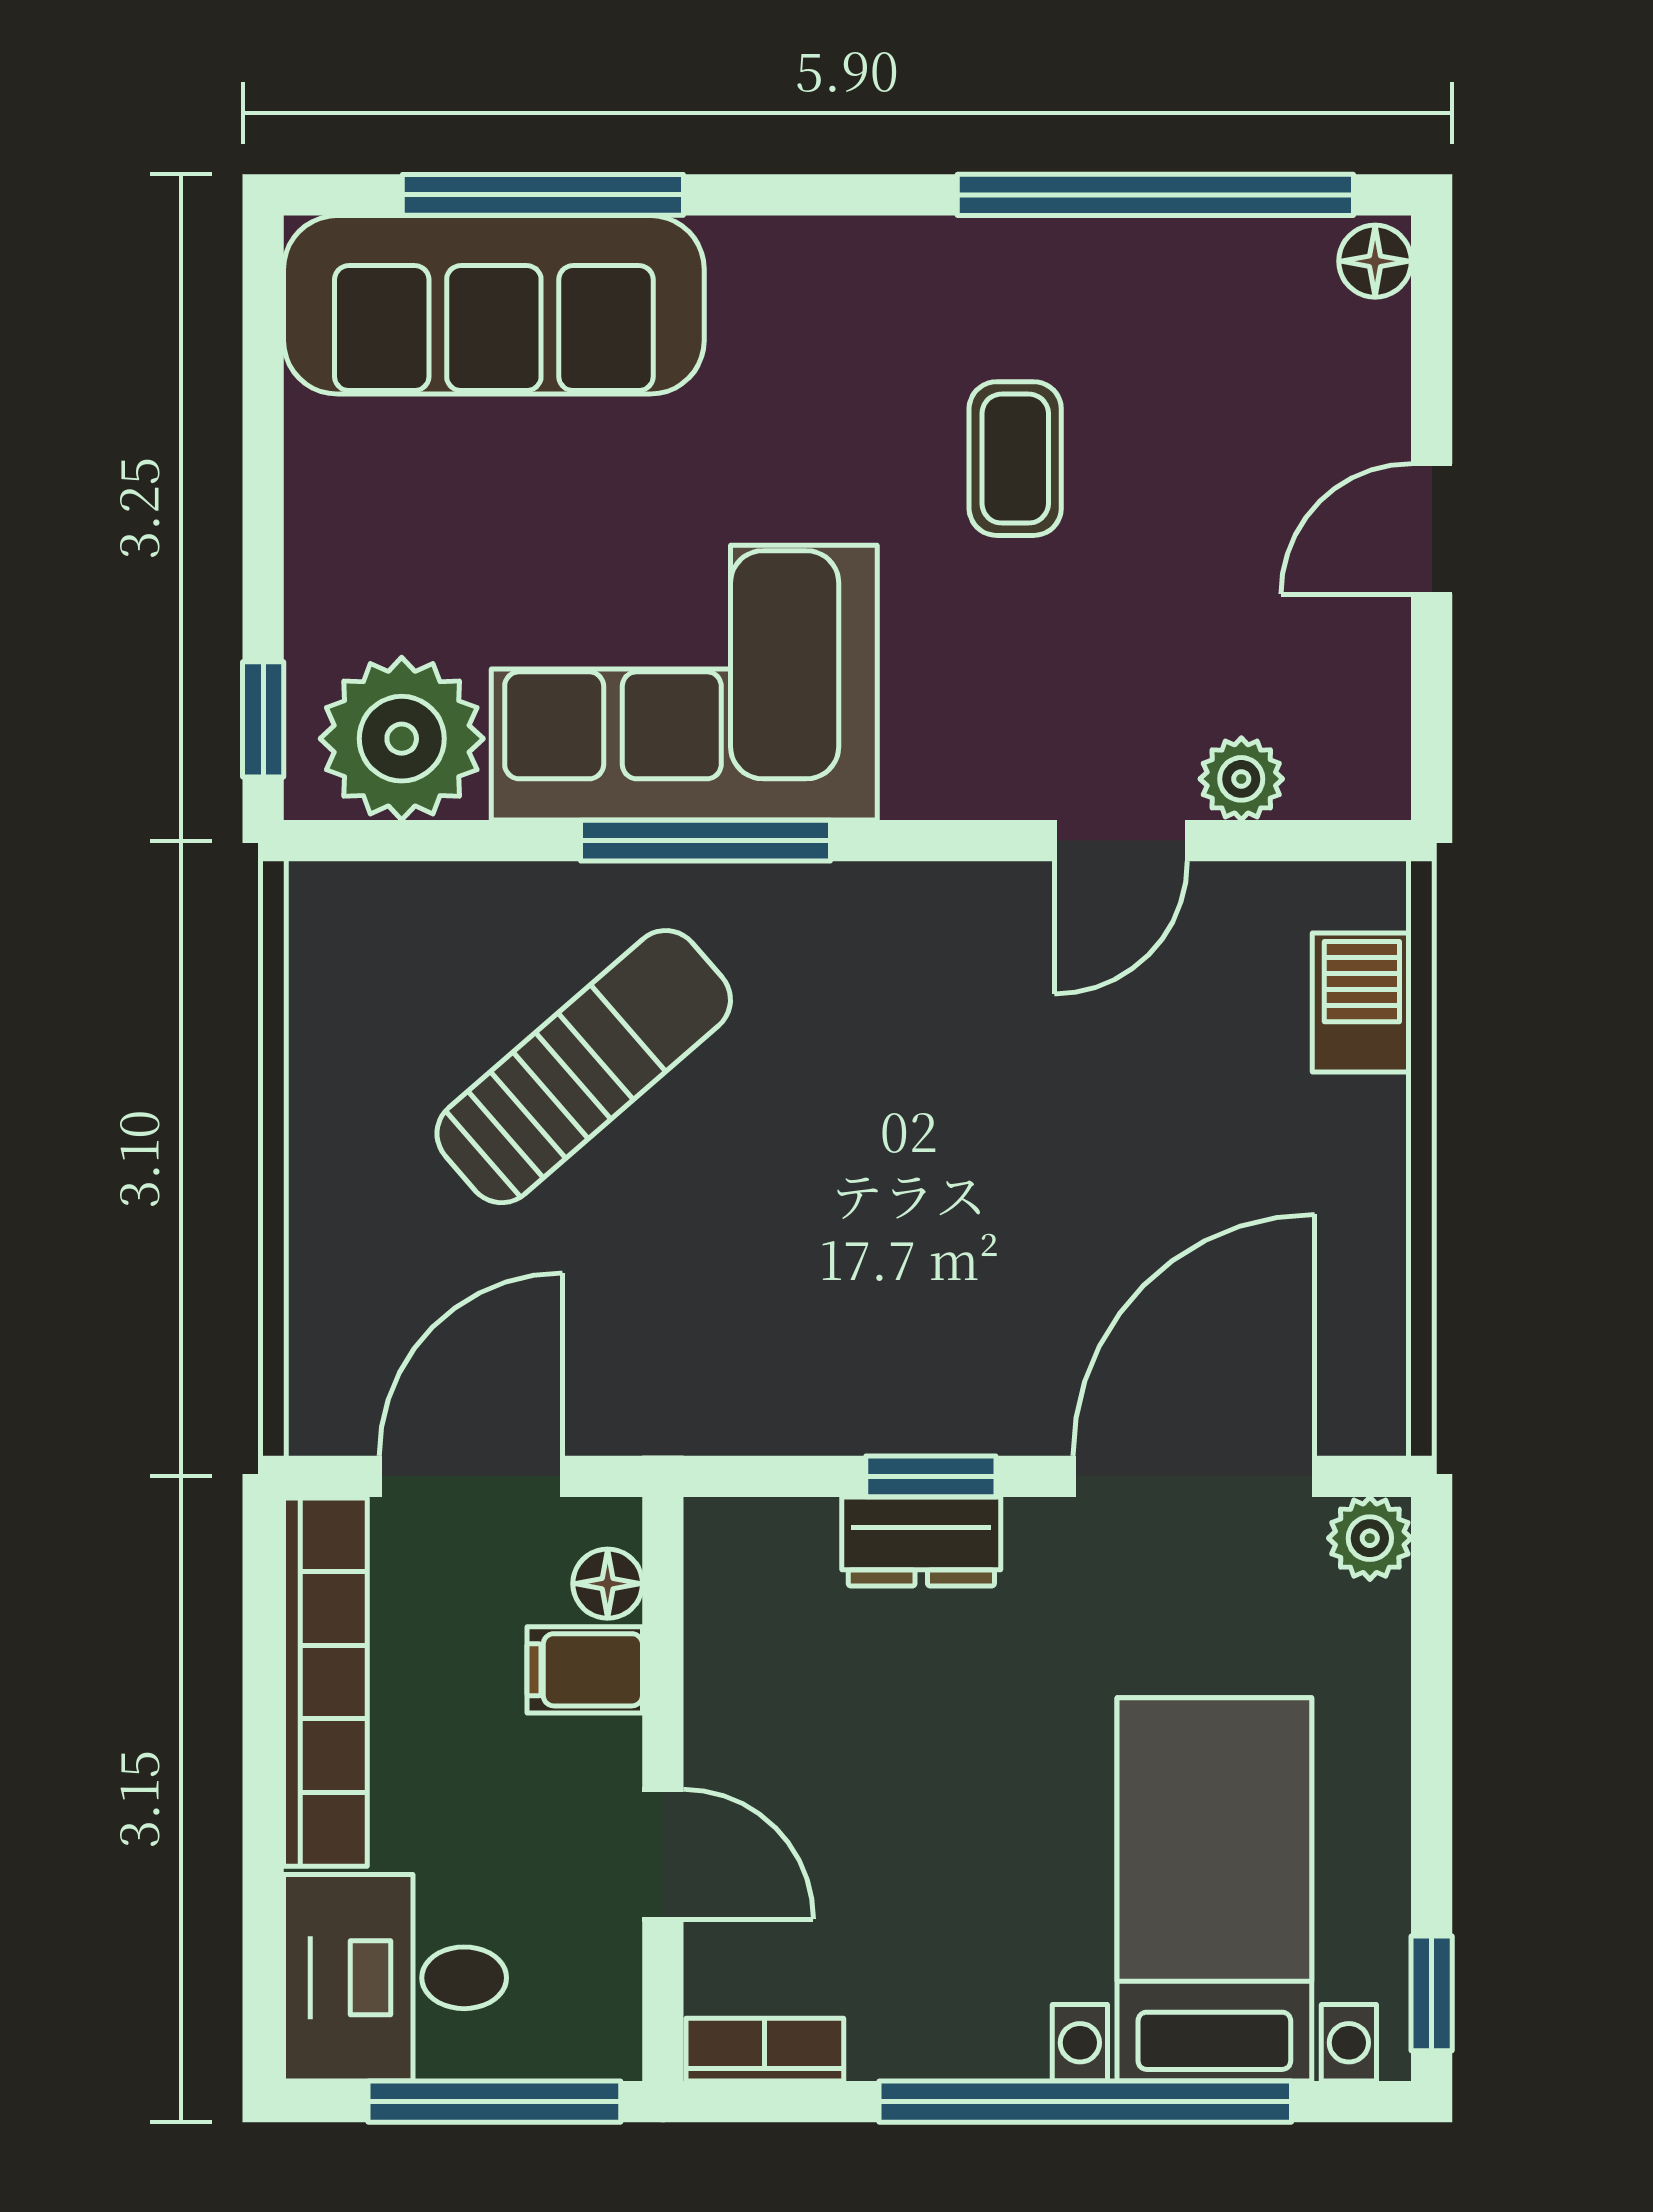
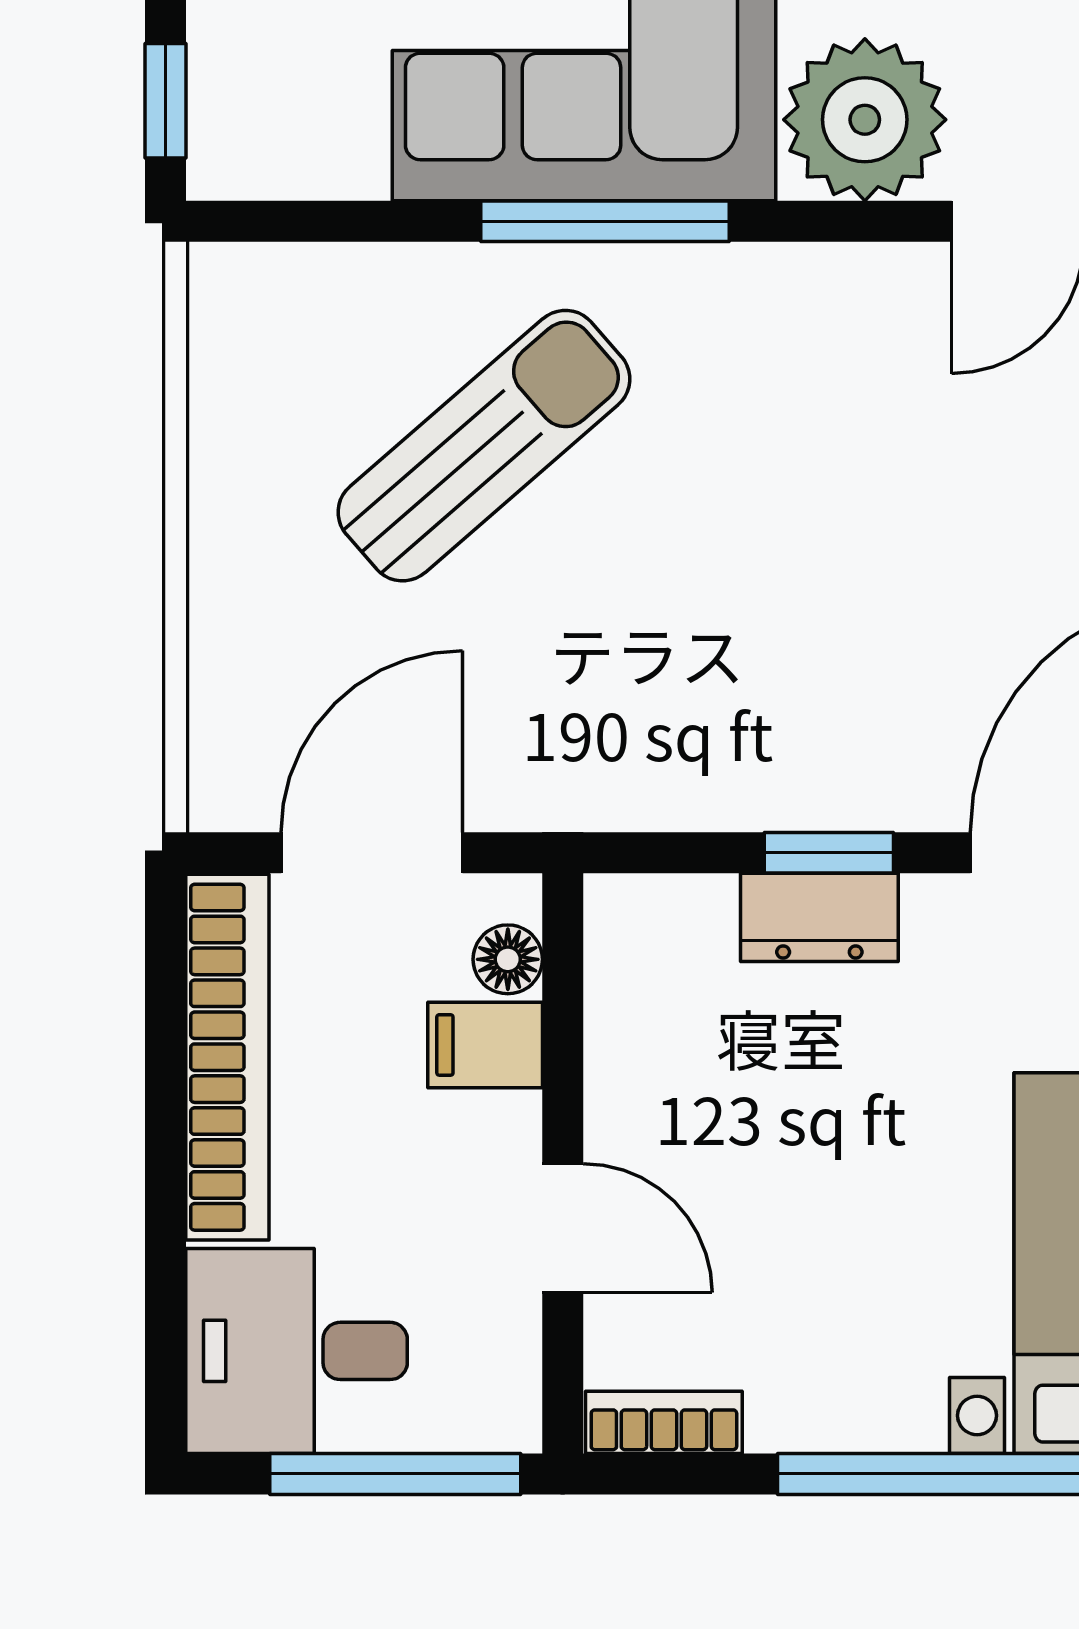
plant: (402, 739) -> (865, 120), moved

